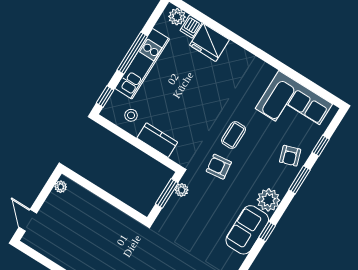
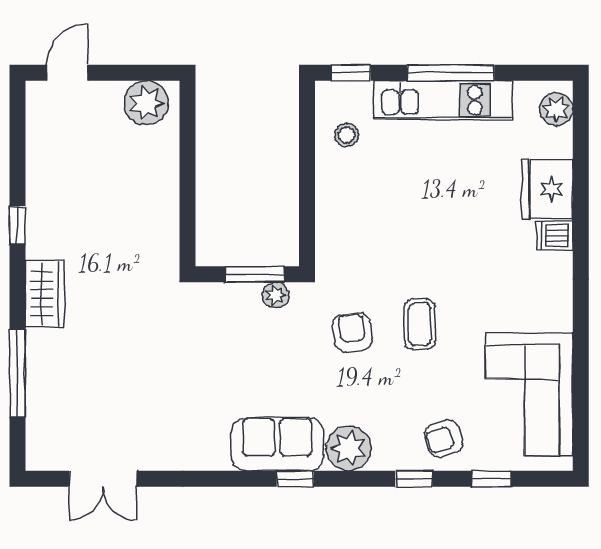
dishwasher: (191, 27) -> (555, 236), moved
coffee table: (234, 135) -> (420, 324), turned 90
kitchen counter: (157, 140) -> (333, 204), removed
window: (299, 180) -> (414, 479), width x0.67
plant: (61, 187) -> (146, 103), width x1.88, depth x1.88

